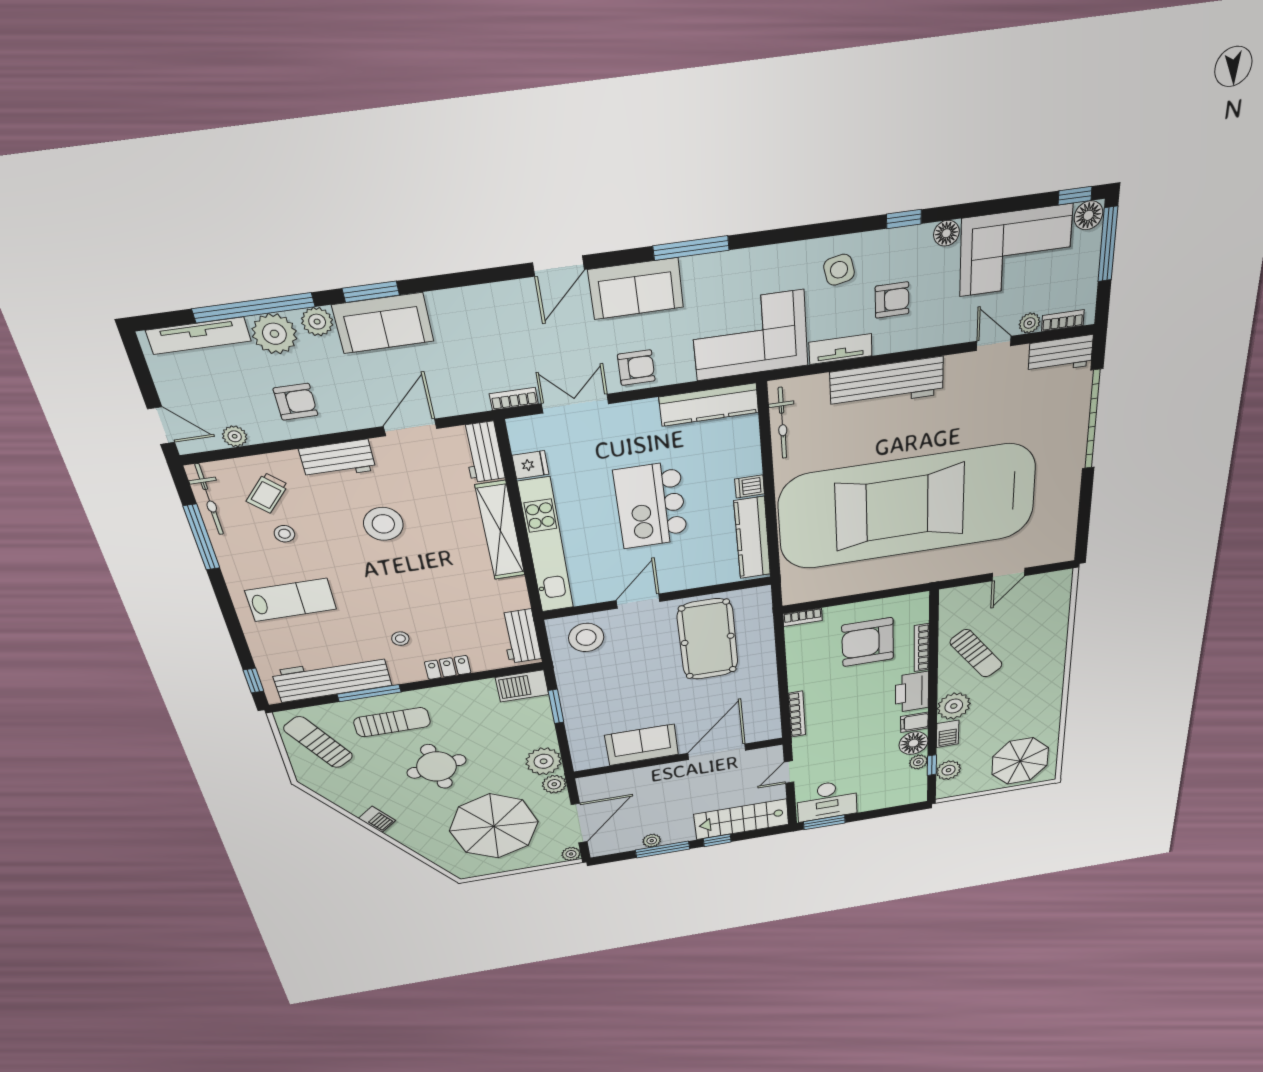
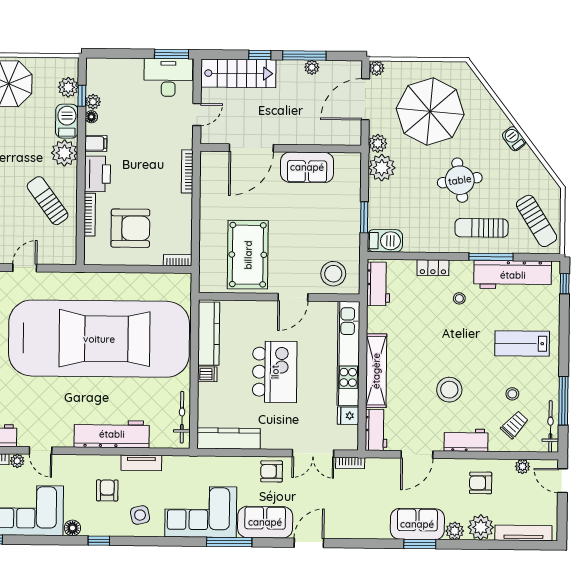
armchair: (892, 300) -> (107, 490), turned 90
window: (254, 308) -> (488, 545), removed
corner sofa: (750, 336) -> (201, 512), moved, turned 180
barbecue: (948, 734) -> (67, 121), width x1.38, depth x1.27
floor lamp: (913, 743) -> (91, 117), width x0.53, depth x0.53

